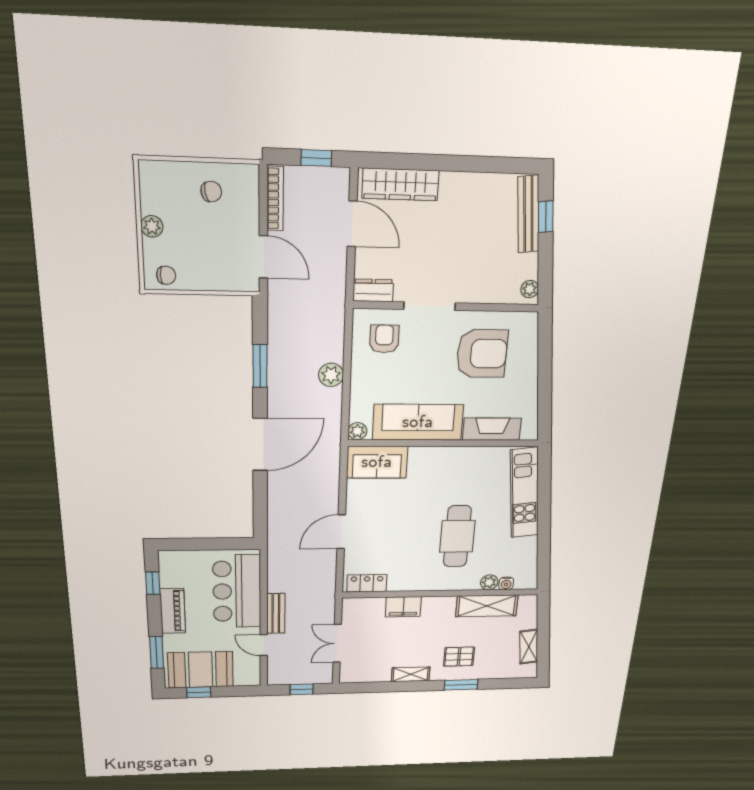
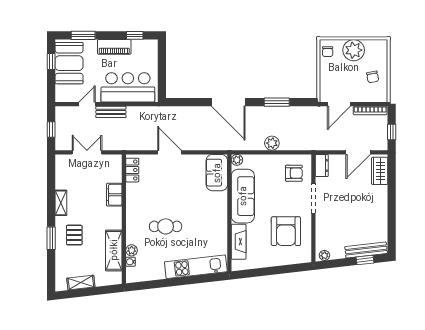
wardrobe: (400, 184) -> (380, 171), width x0.67
plant: (152, 226) -> (354, 50), width x1.88, depth x1.88
cafe table: (457, 536) -> (166, 226), width x0.73, depth x0.74

